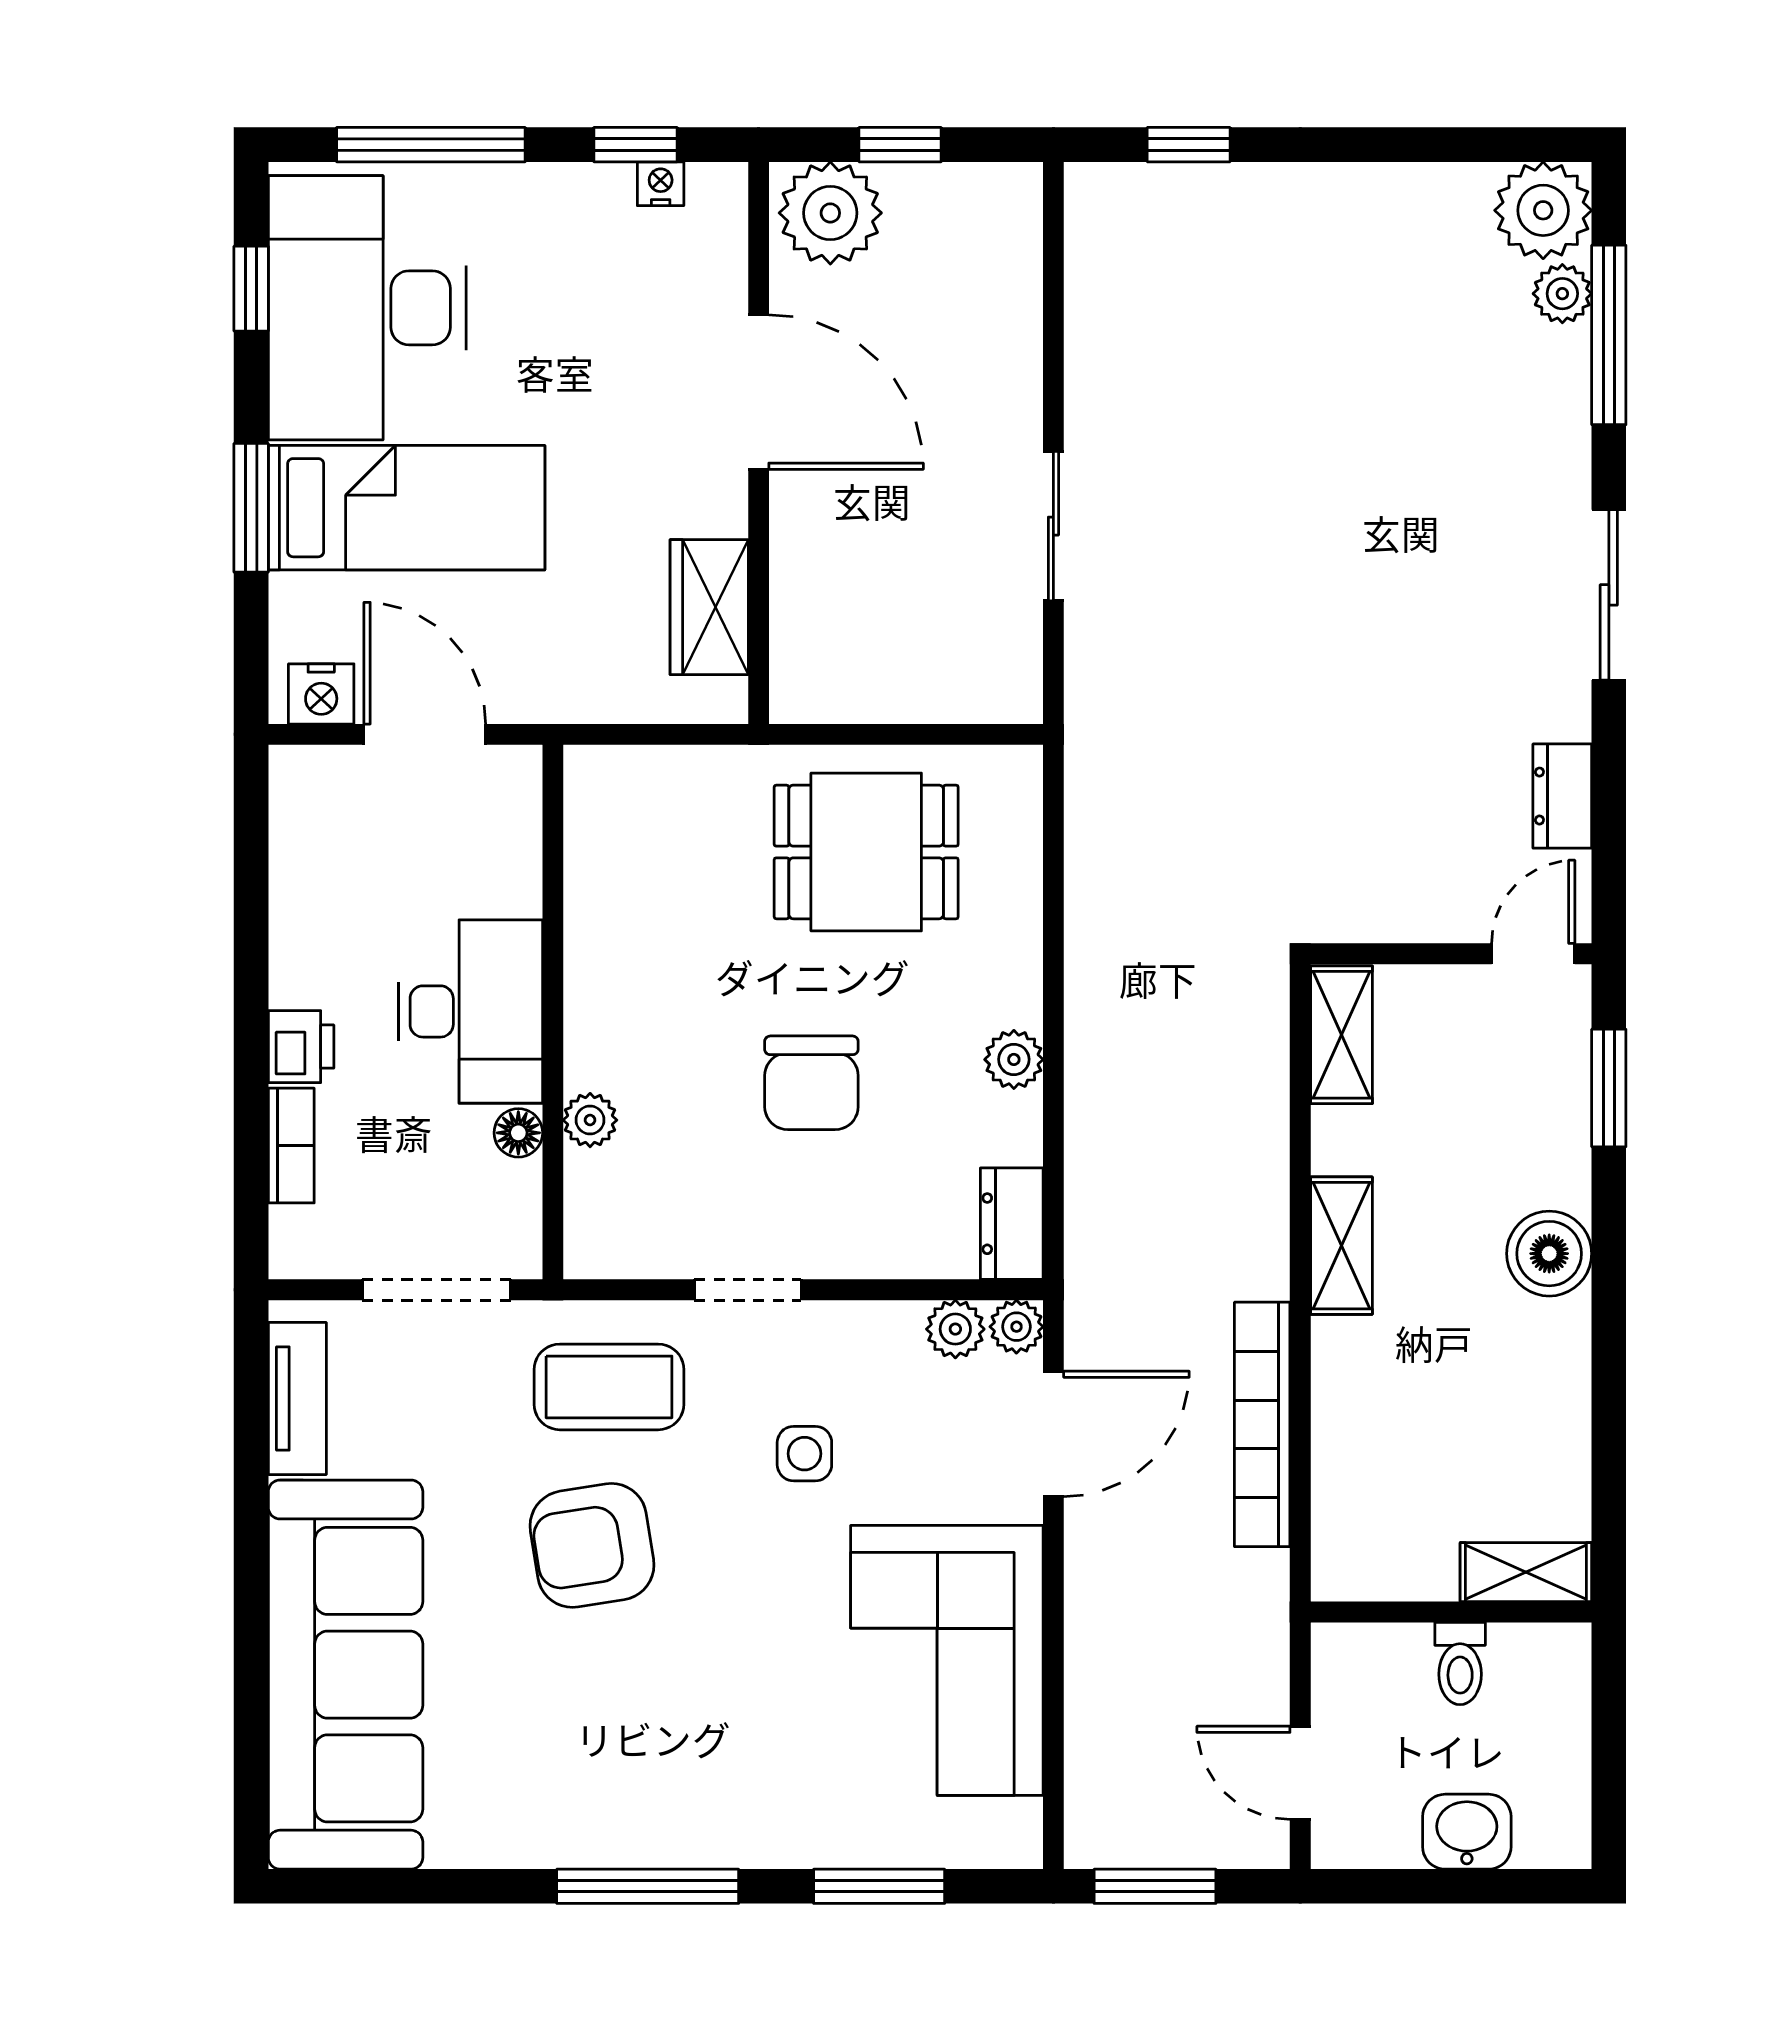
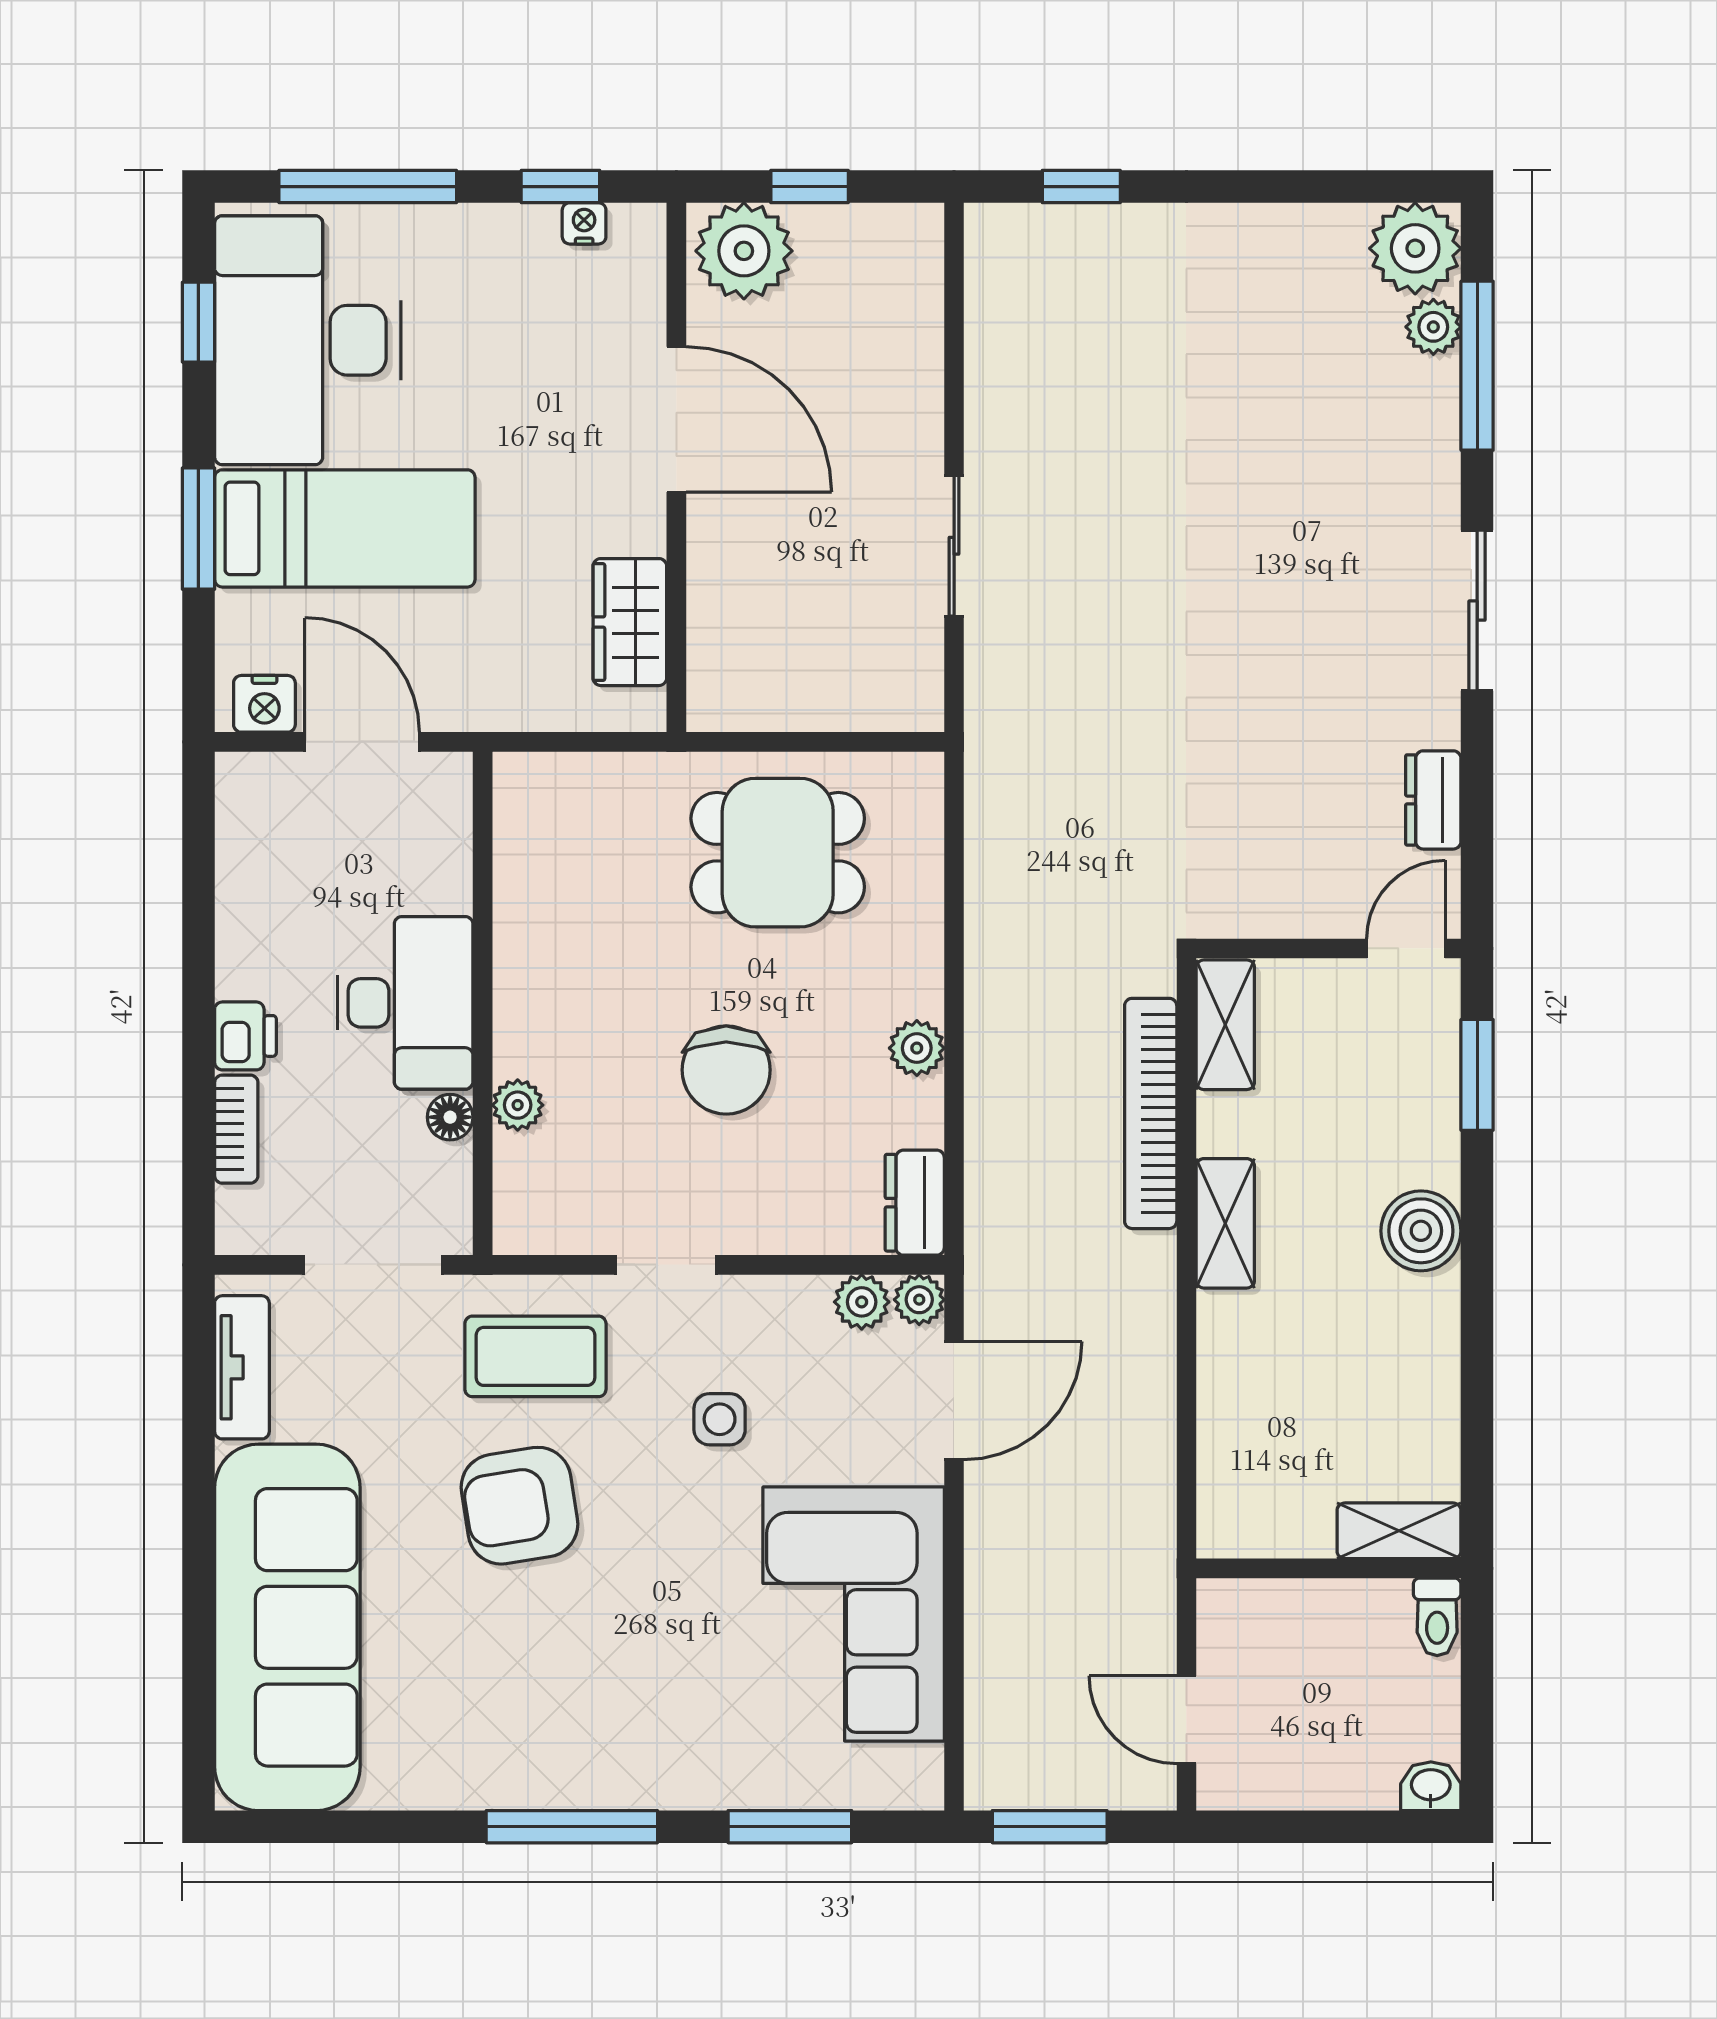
bookcase: (1262, 1424) -> (1151, 1113), moved
toilet: (1460, 1663) -> (1437, 1617), moved
washbasin: (1467, 1832) -> (1431, 1786), moved, width x0.72, depth x0.69

